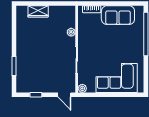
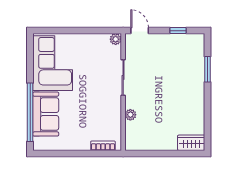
wardrobe: (38, 11) -> (191, 143), moved
sofa: (118, 15) -> (46, 114), moved, turned 90
corner sofa: (117, 78) -> (53, 63), moved, turned -90

